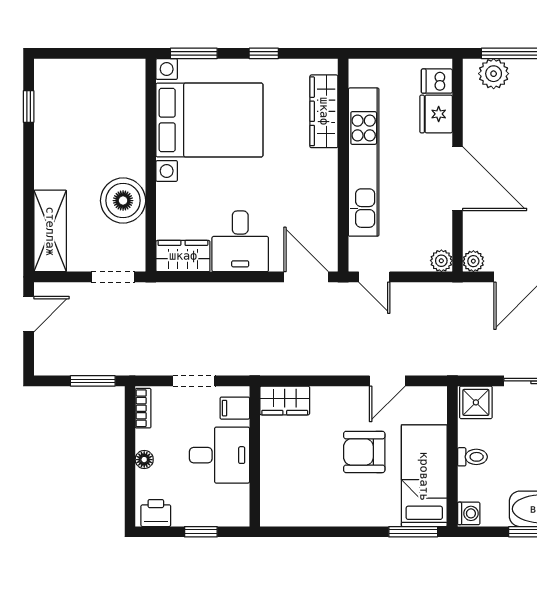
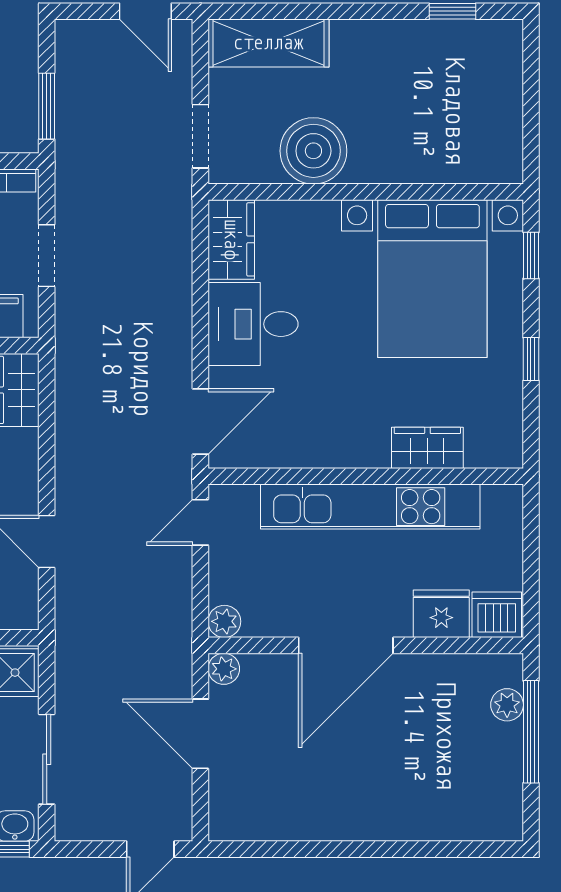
window: (194, 53) -> (531, 255), width x0.67
plant: (494, 74) -> (507, 705), width x0.73, depth x0.73
dishwasher: (437, 81) -> (497, 615), width x1.38
wardrobe: (324, 111) -> (427, 448), width x0.67

